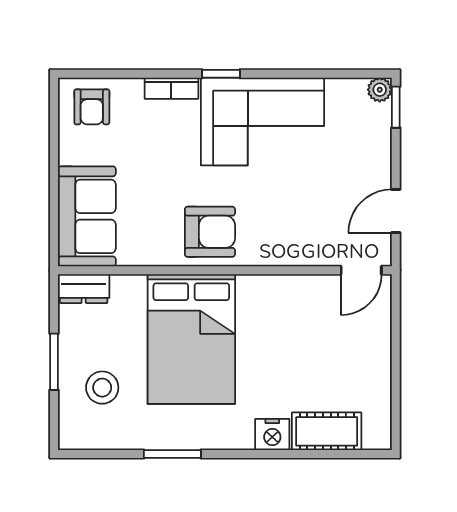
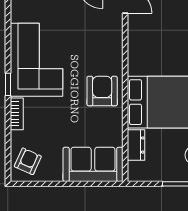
armchair: (92, 107) -> (28, 161), turned -66
dresser: (84, 289) -> (136, 145), moved

